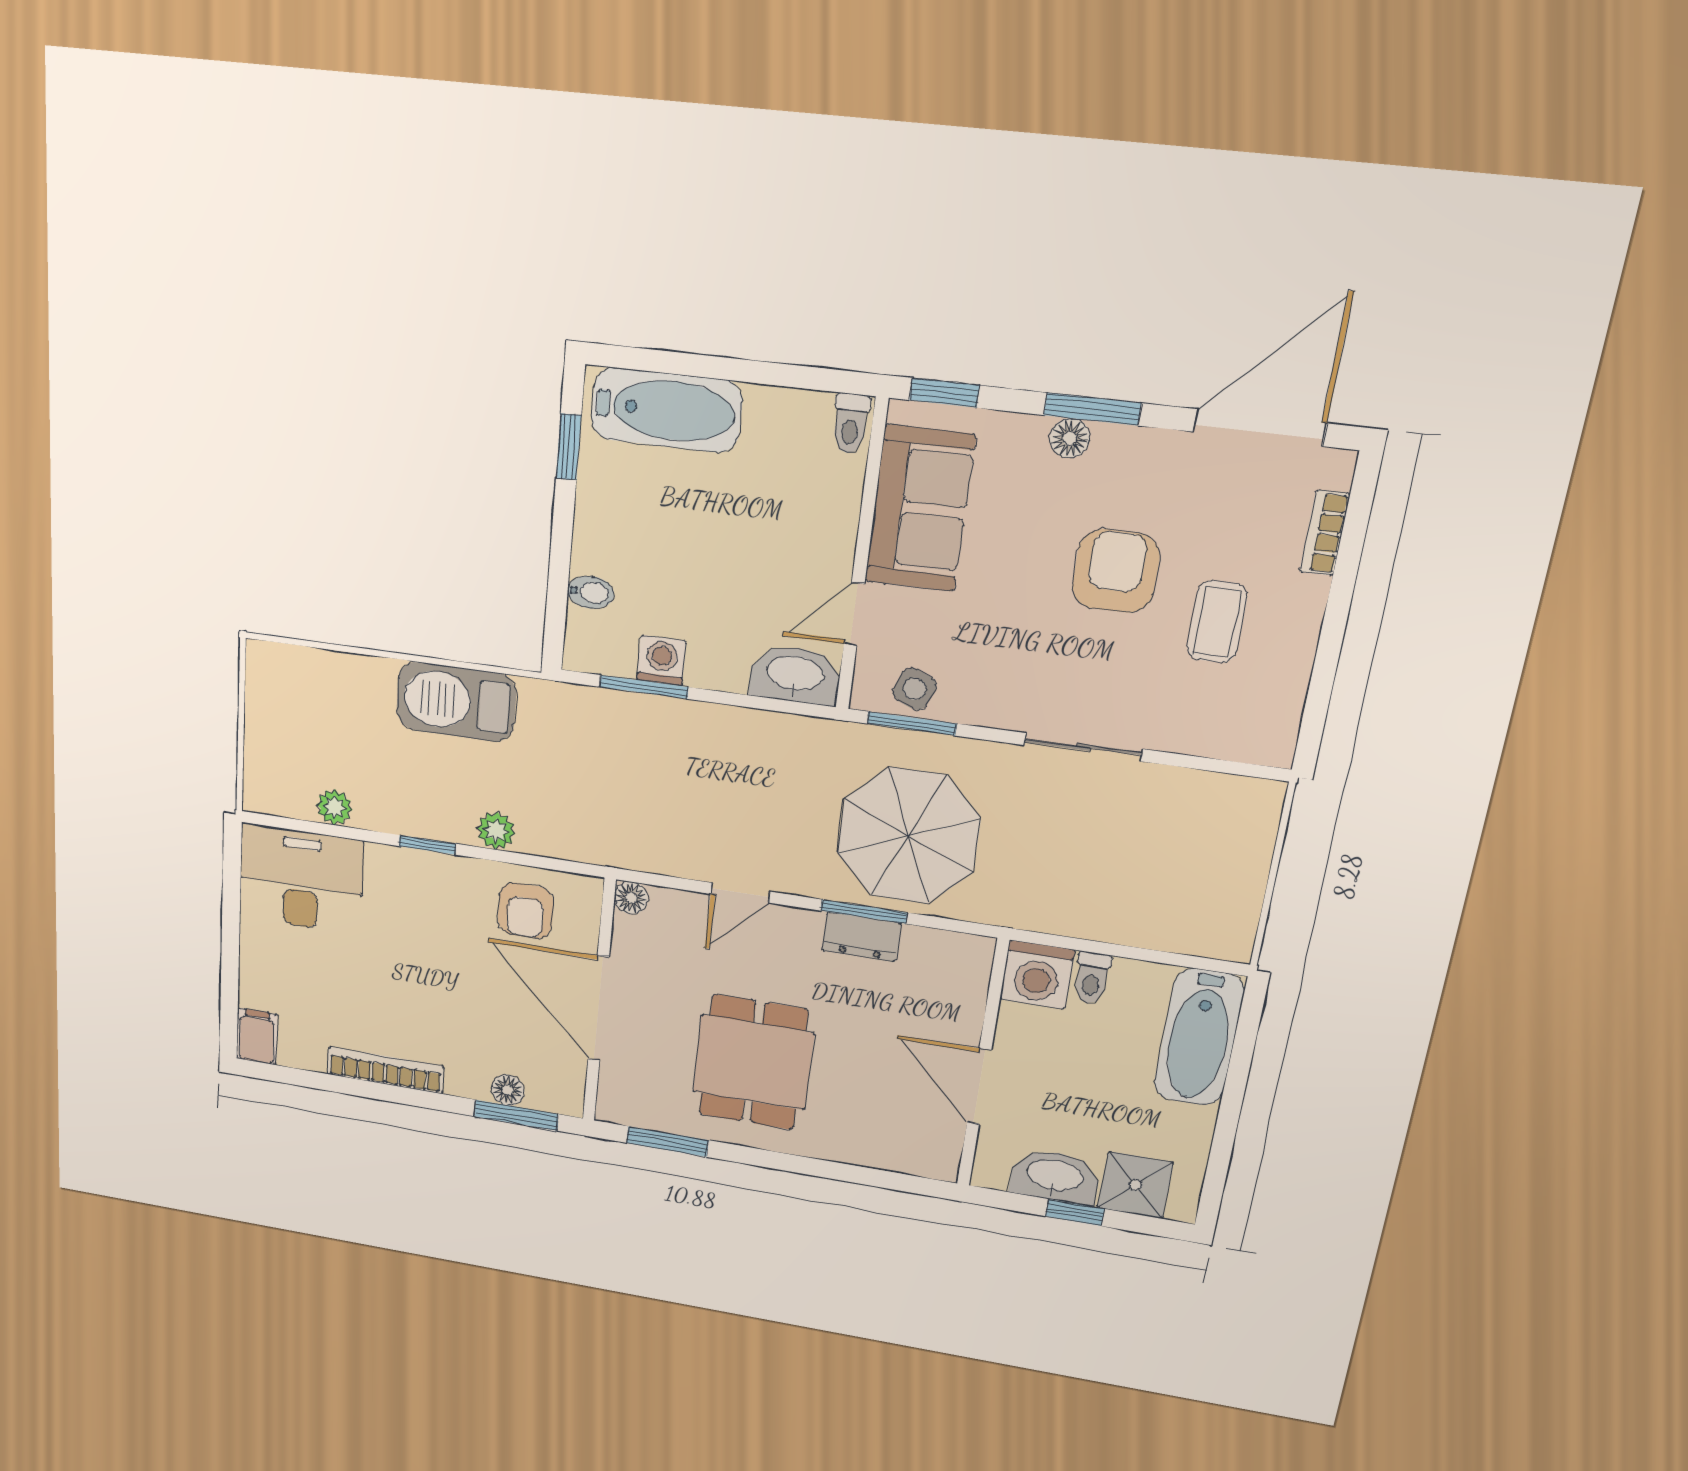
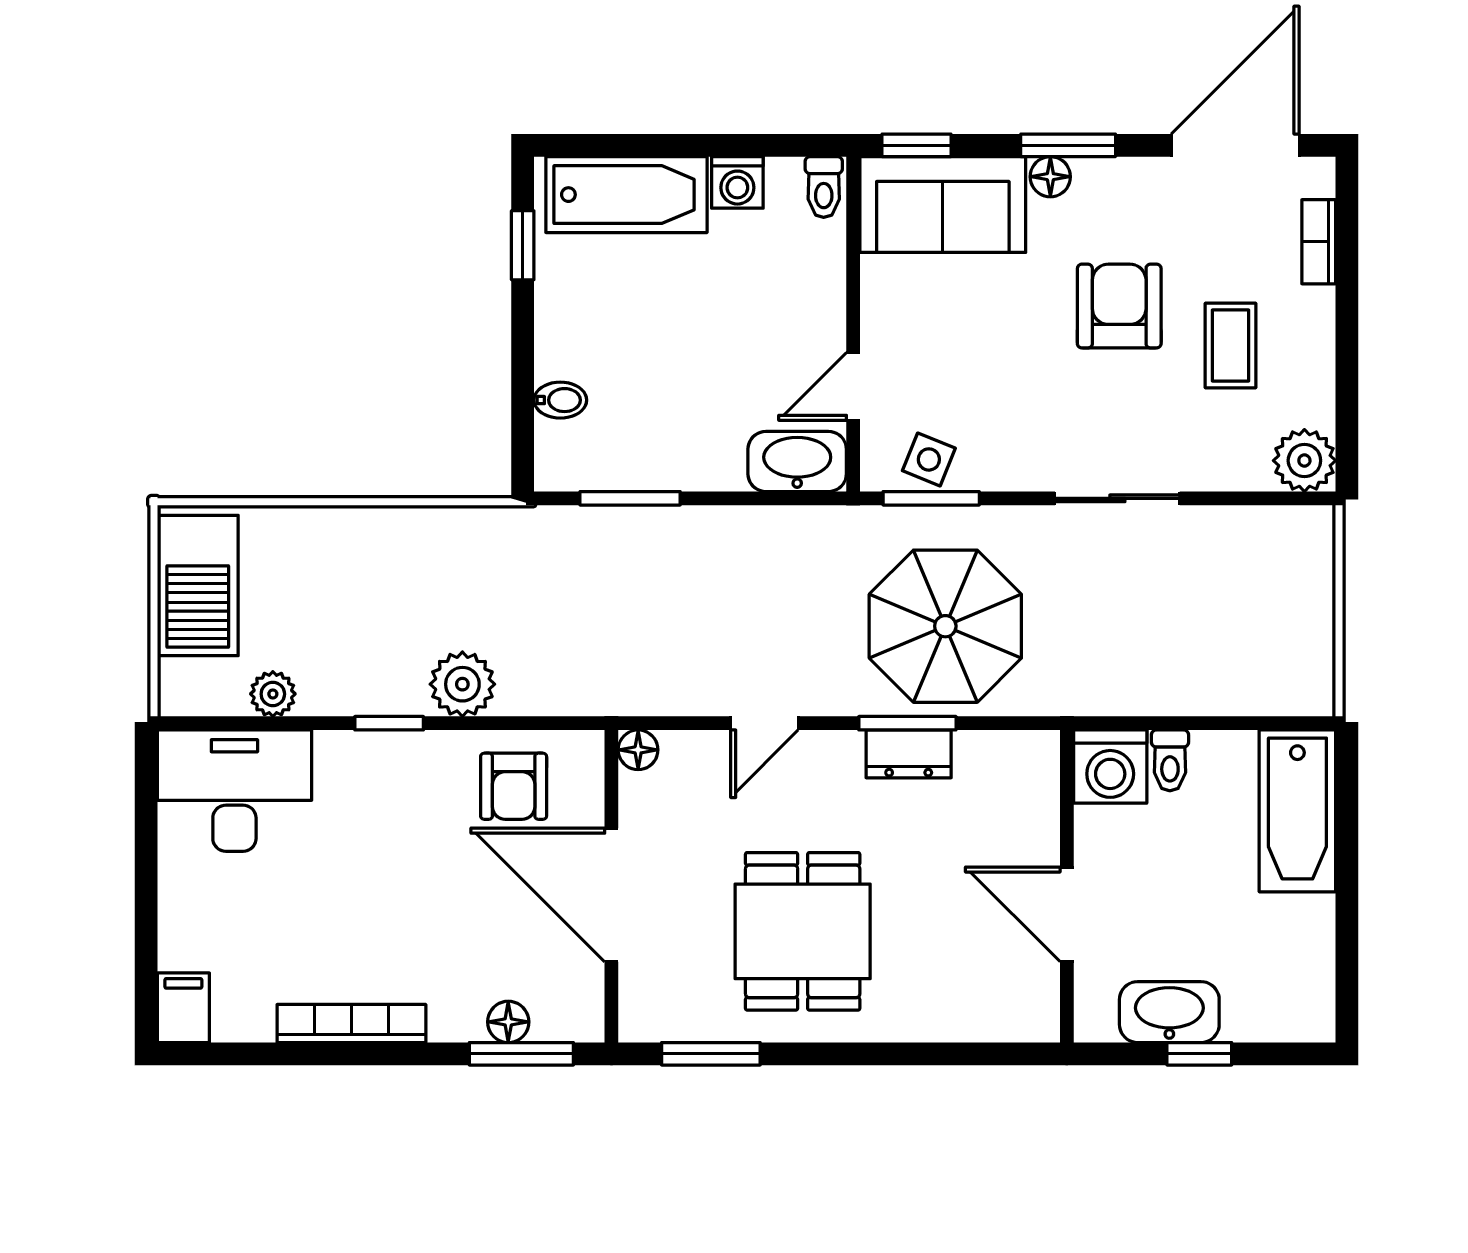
sofa: (920, 509) -> (943, 204), moved, turned 90
washing machine: (661, 661) -> (737, 182), moved, turned 180
barbecue: (456, 702) -> (198, 585), moved, turned -90
plant: (1268, 737) -> (1304, 461), added
plant: (496, 831) -> (462, 684), width x1.38, depth x1.38
shower: (1135, 1185) -> (1261, 1005), removed

